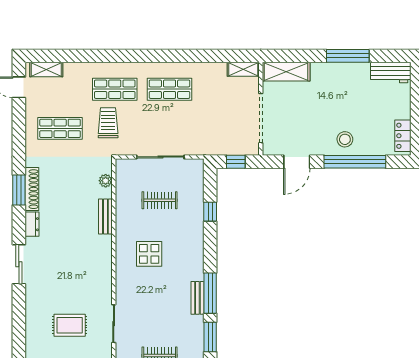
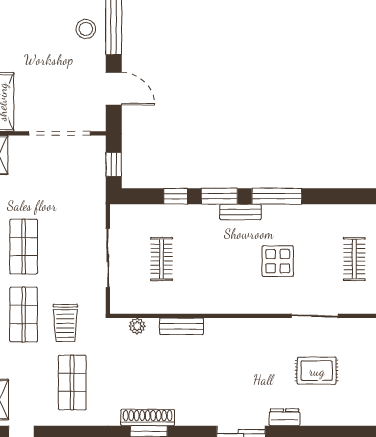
trolley: (108, 123) -> (65, 323), turned -90
dresser: (32, 224) -> (285, 417), moved
display table: (149, 254) -> (278, 261), moved
bench: (197, 298) -> (240, 212), moved
rug: (70, 325) -> (317, 371), turned 90
window: (210, 337) -> (219, 196), moved

